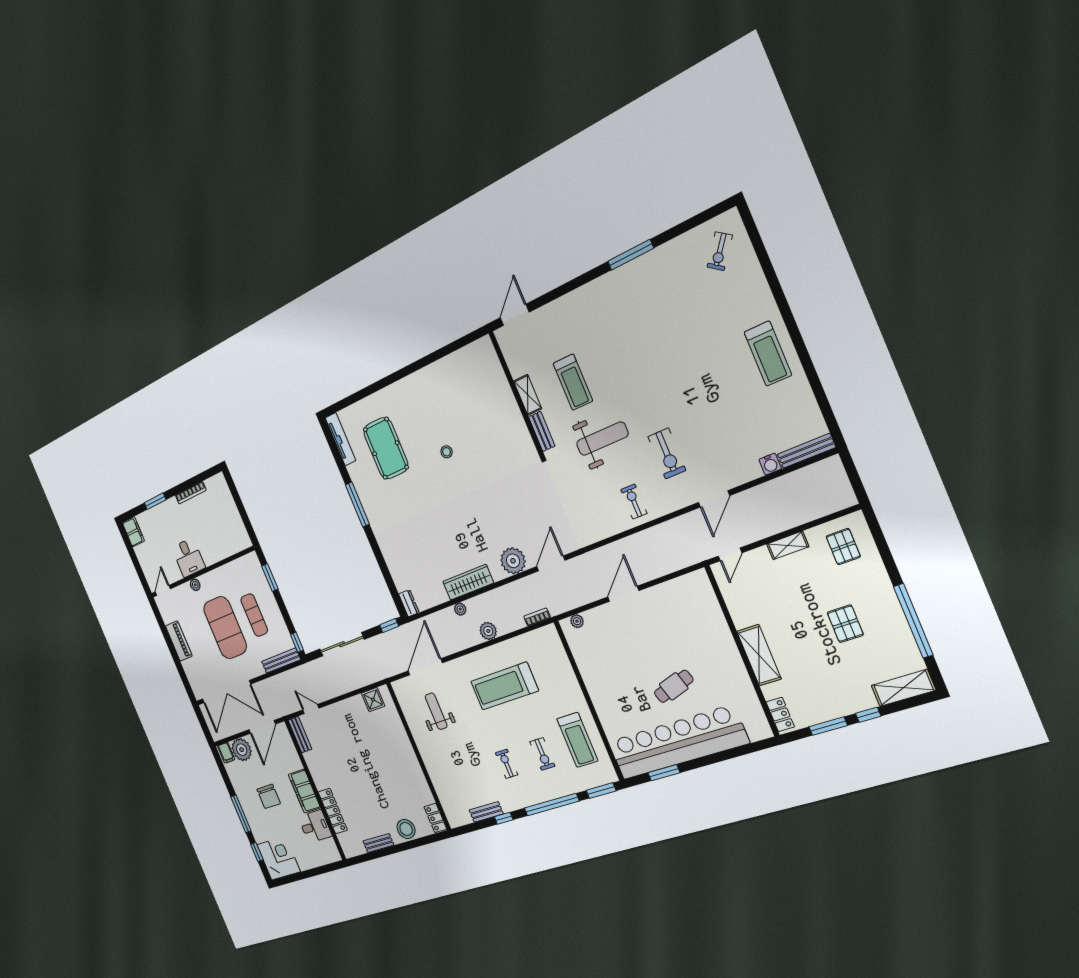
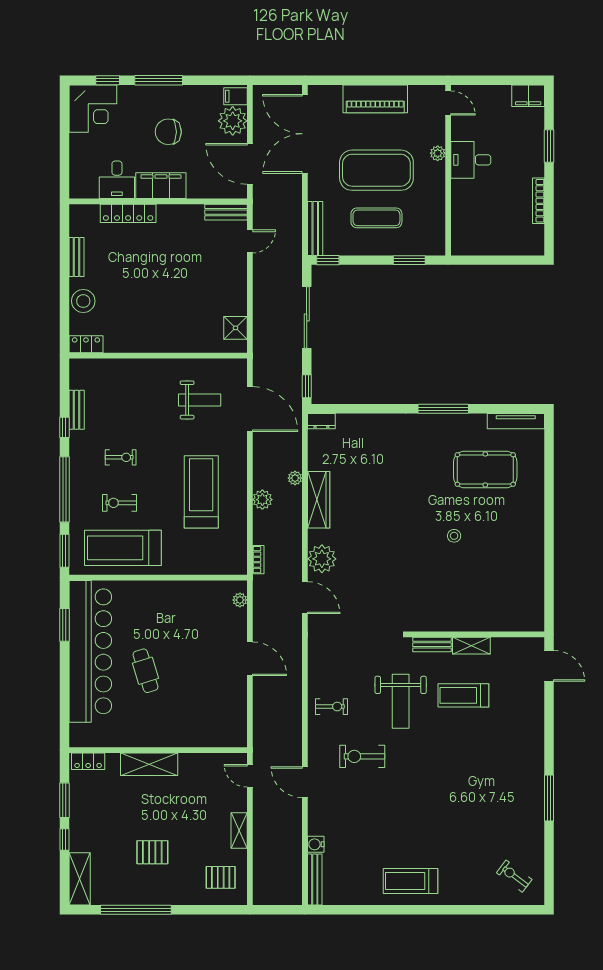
piano: (179, 641) -> (375, 99), width x1.37, depth x1.33
treadmill: (577, 740) -> (123, 548), width x1.37, depth x1.38

